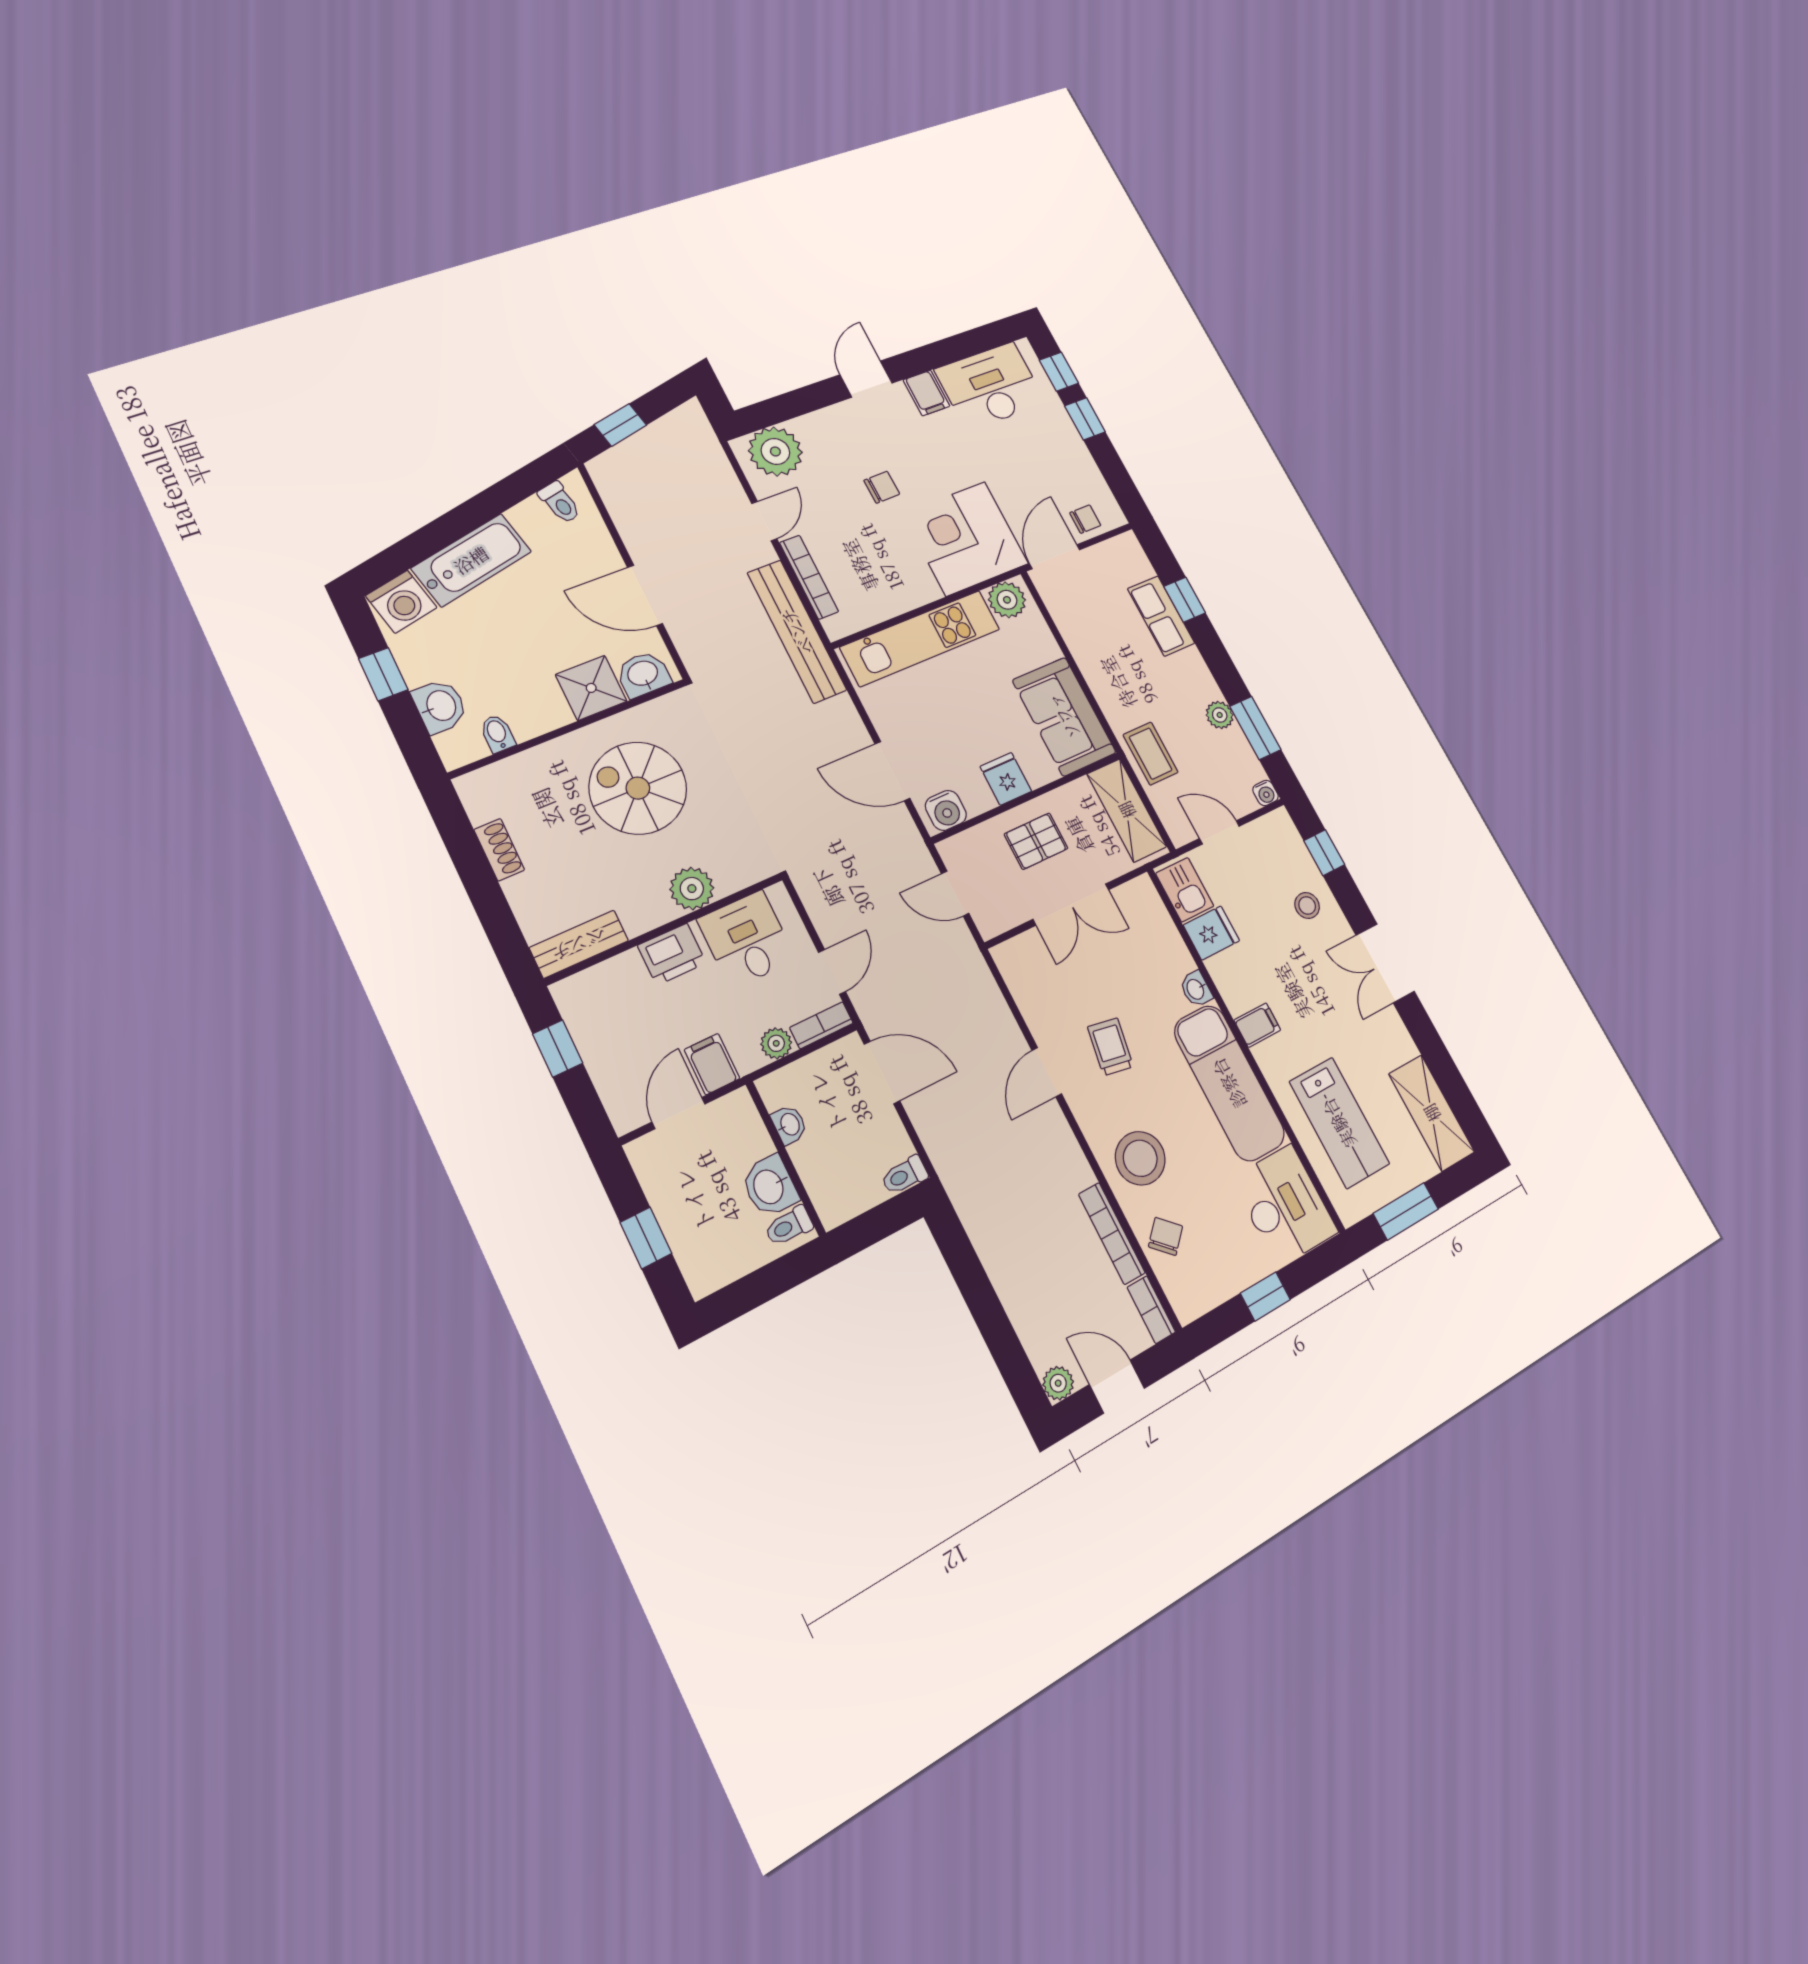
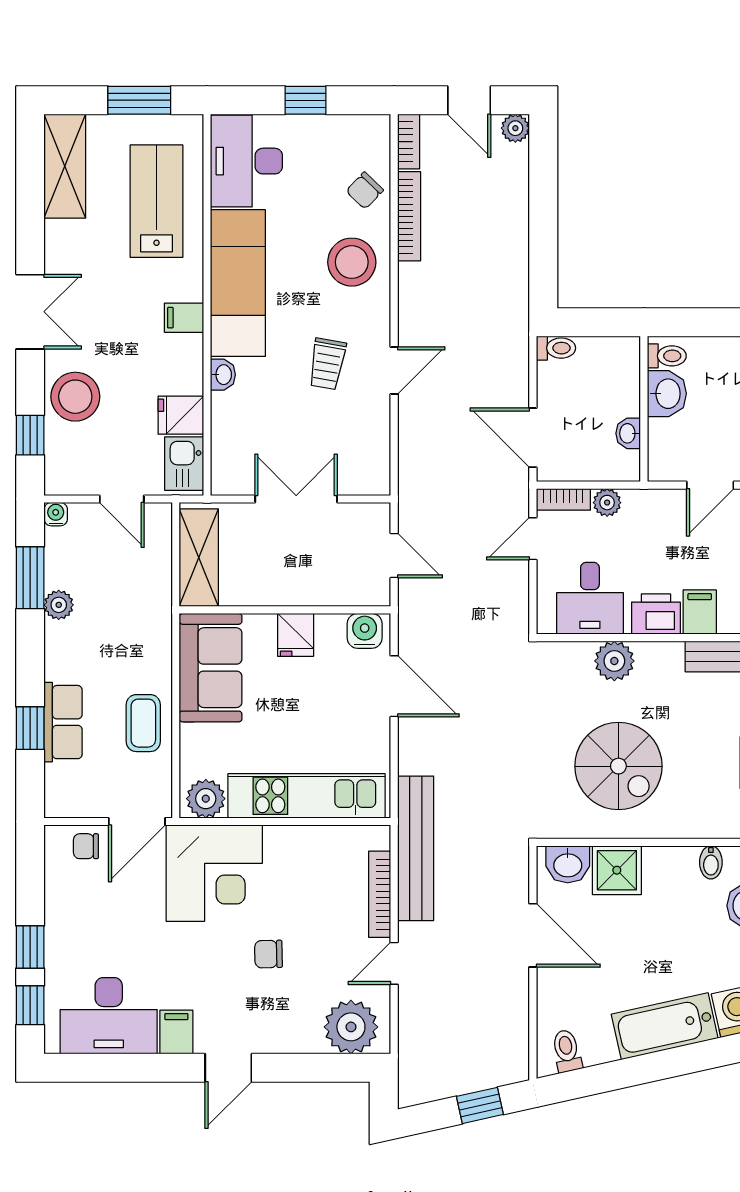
coffee table: (1151, 754) -> (143, 723), moved
pallet: (1036, 841) -> (298, 568), removed
stool: (1307, 905) -> (75, 397), width x1.89, depth x1.89
filing cabinet: (712, 1064) -> (700, 612), moved, turned 180

